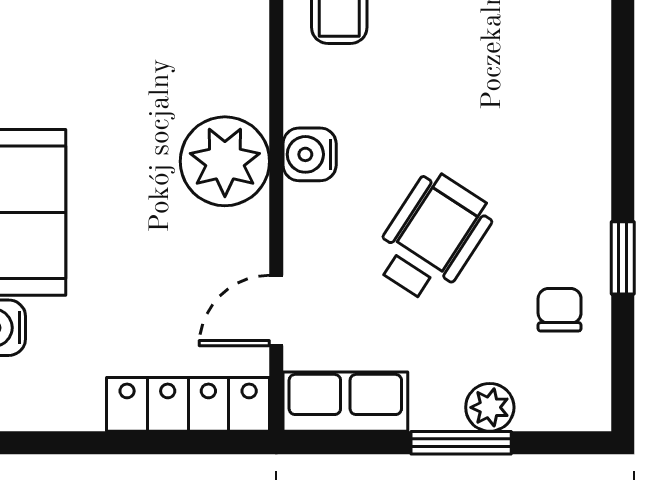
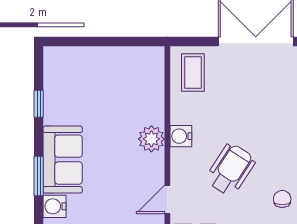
plant: (225, 161) -> (151, 139), width x0.73, depth x0.73

